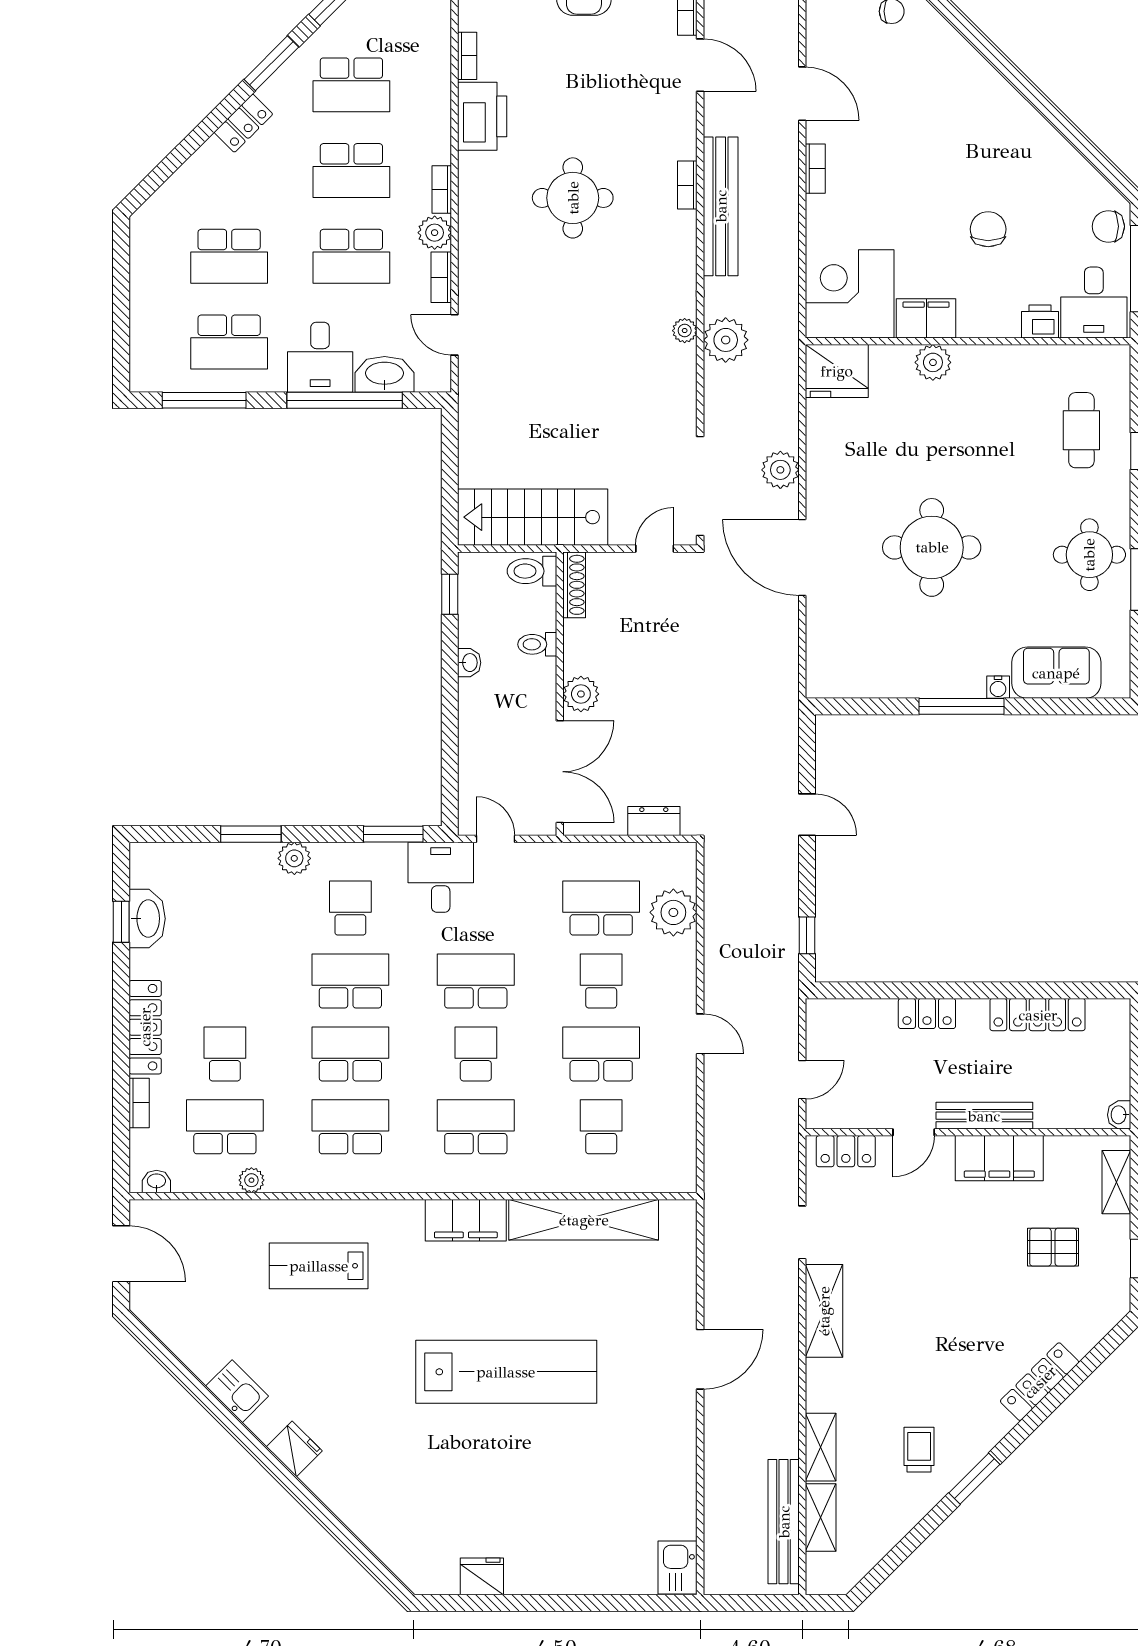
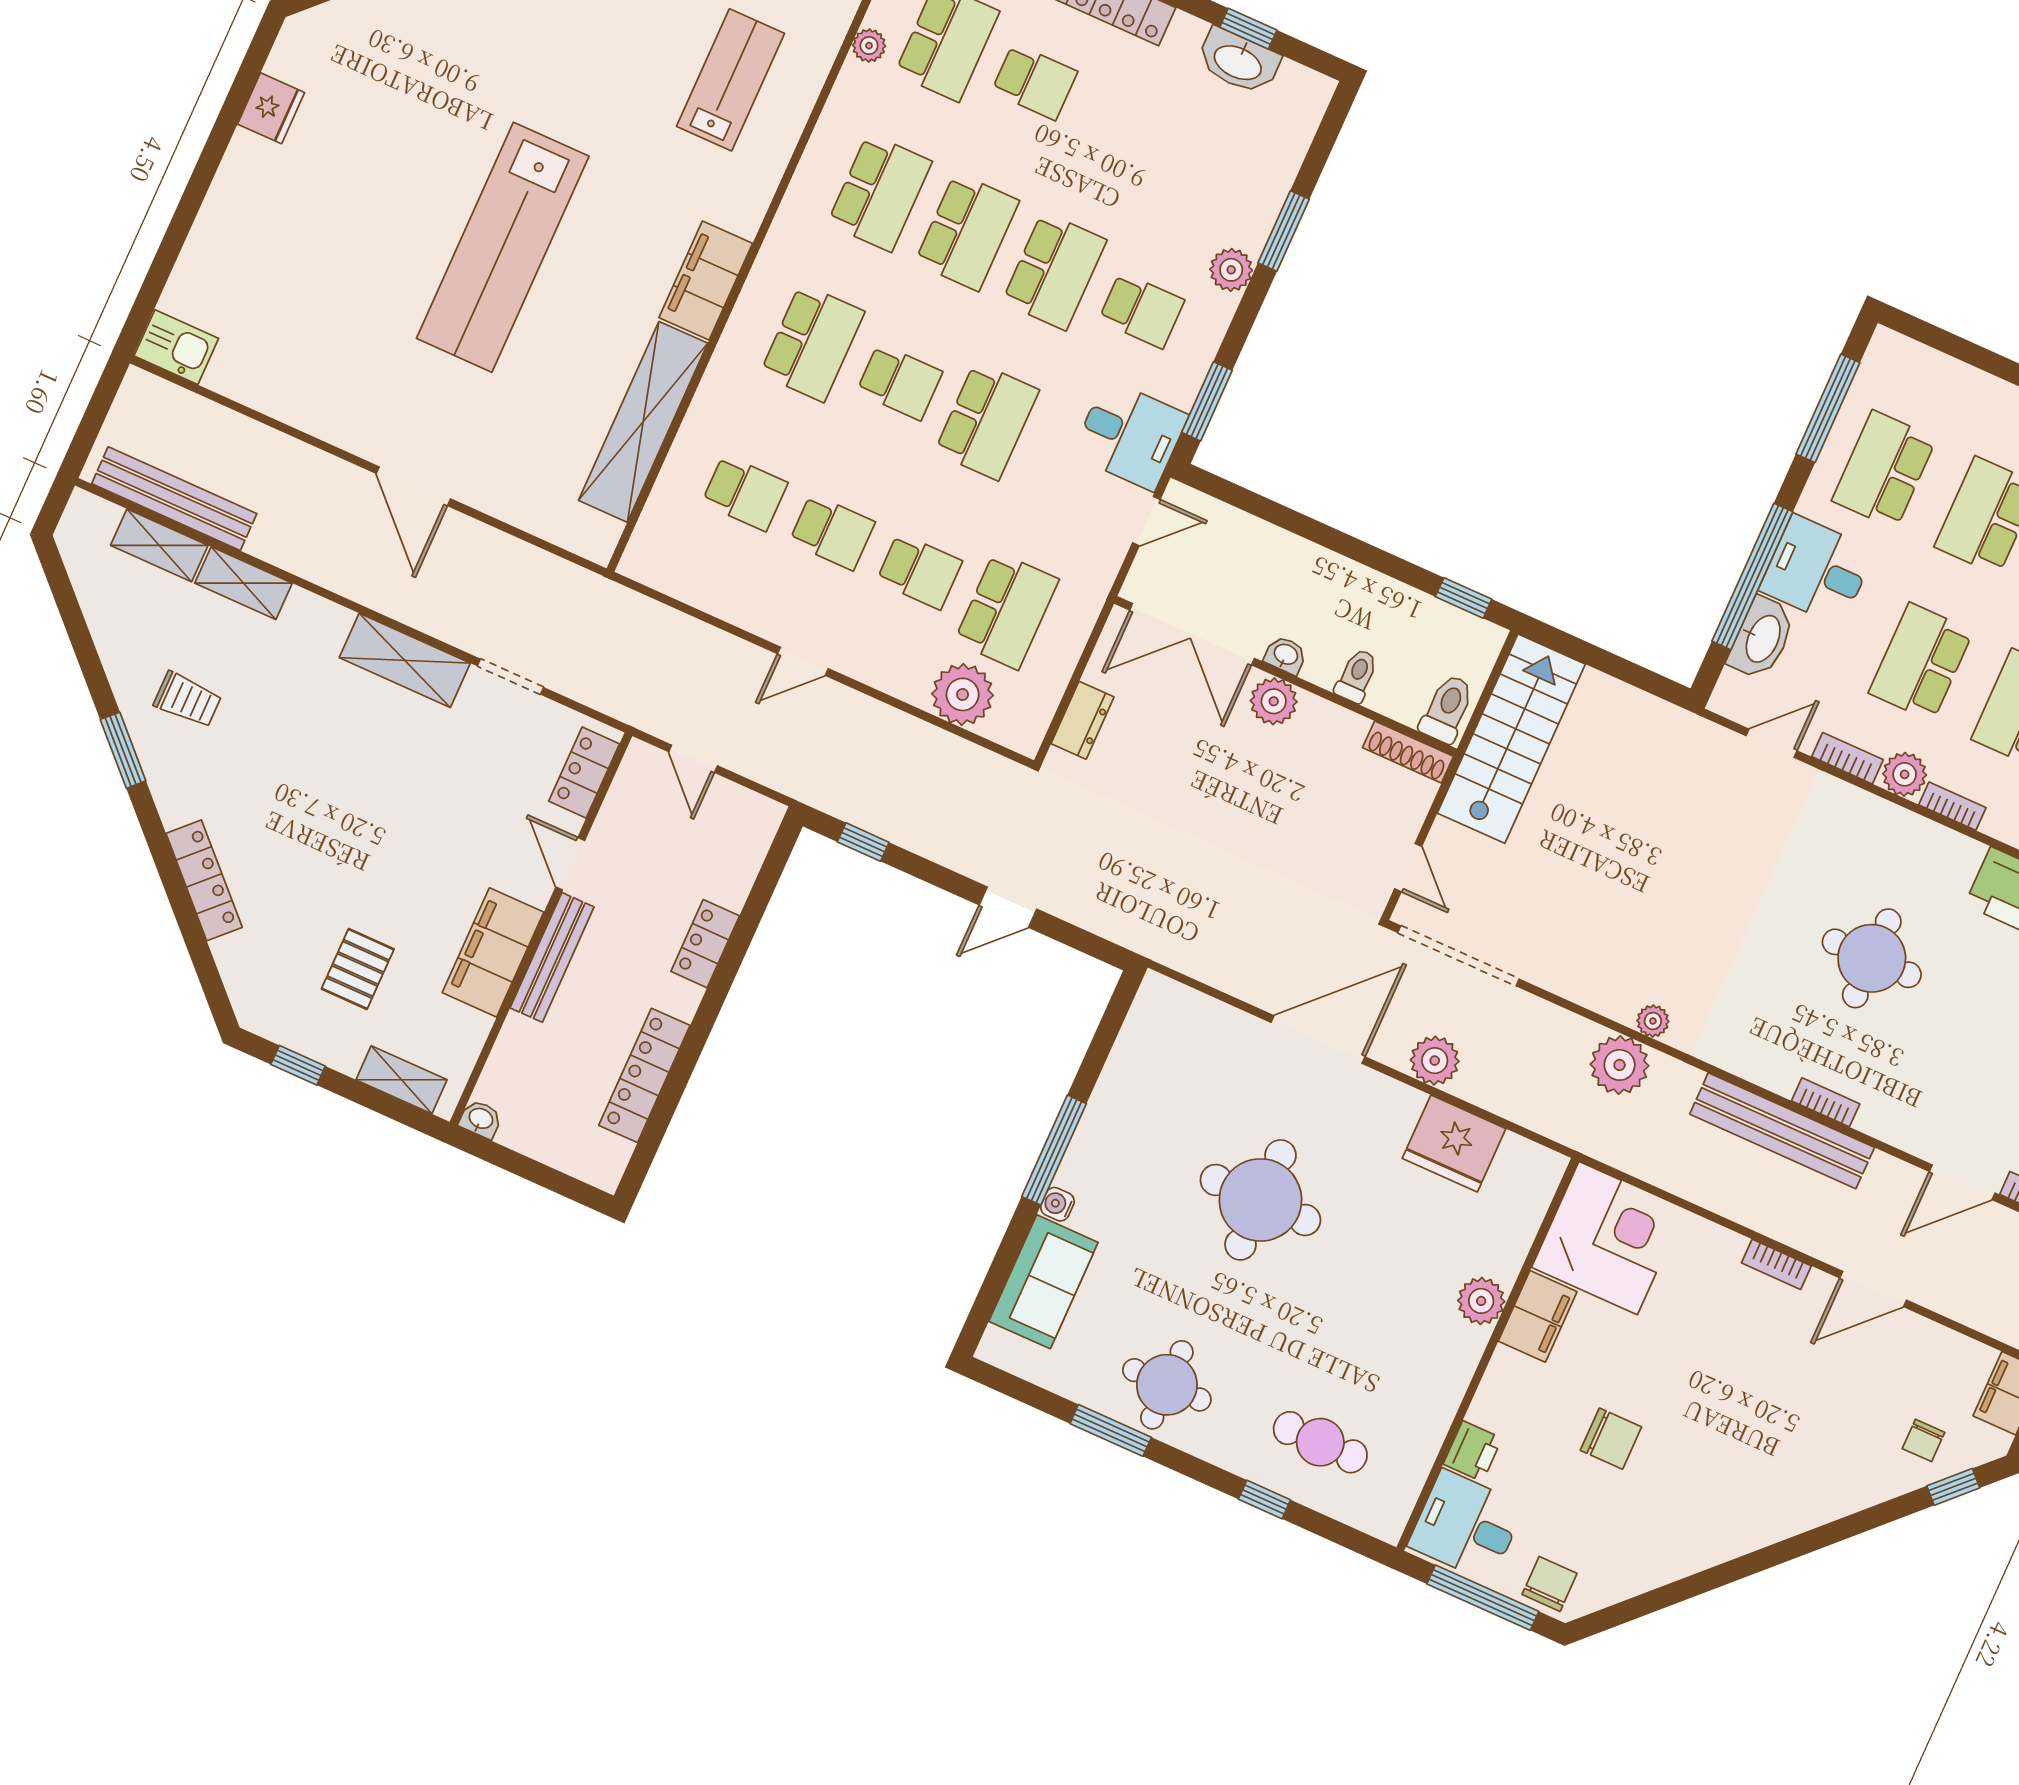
fridge: (837, 371) -> (1454, 1144), moved, turned -90
washbasin: (469, 663) -> (1286, 655), moved, turned 180
school desk: (601, 1054) -> (832, 532), width x0.54

